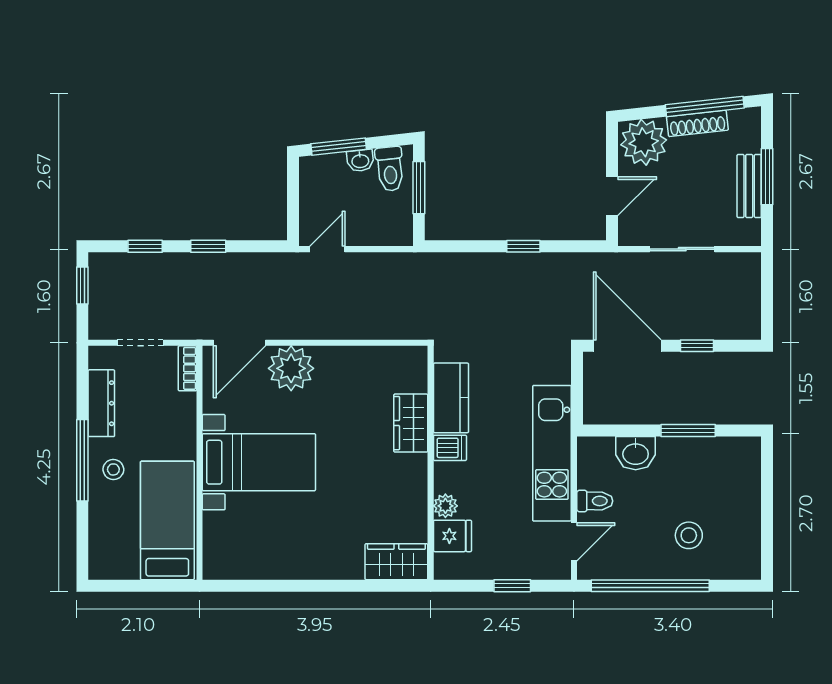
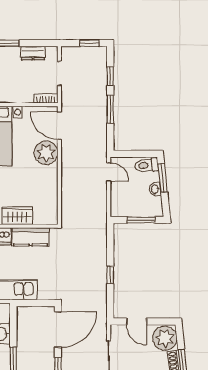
toilet: (390, 169) -> (147, 165), moved
window: (208, 246) -> (110, 109), width x1.50
dresser: (101, 403) -> (33, 53), width x0.70

